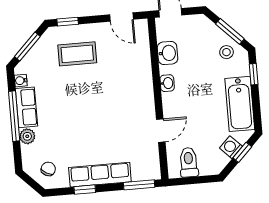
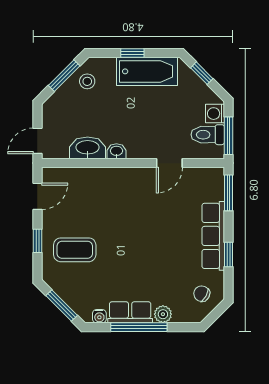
window: (68, 22) -> (37, 241), moved
washbasin: (168, 53) -> (88, 148), width x1.38
coffee table: (77, 54) -> (75, 250), turned 90
window: (254, 74) -> (132, 53), moved
door: (161, 131) -> (169, 163), swing flipped
washing machine: (231, 147) -> (215, 114), moved, turned 45
window: (189, 181) -> (229, 136), added

